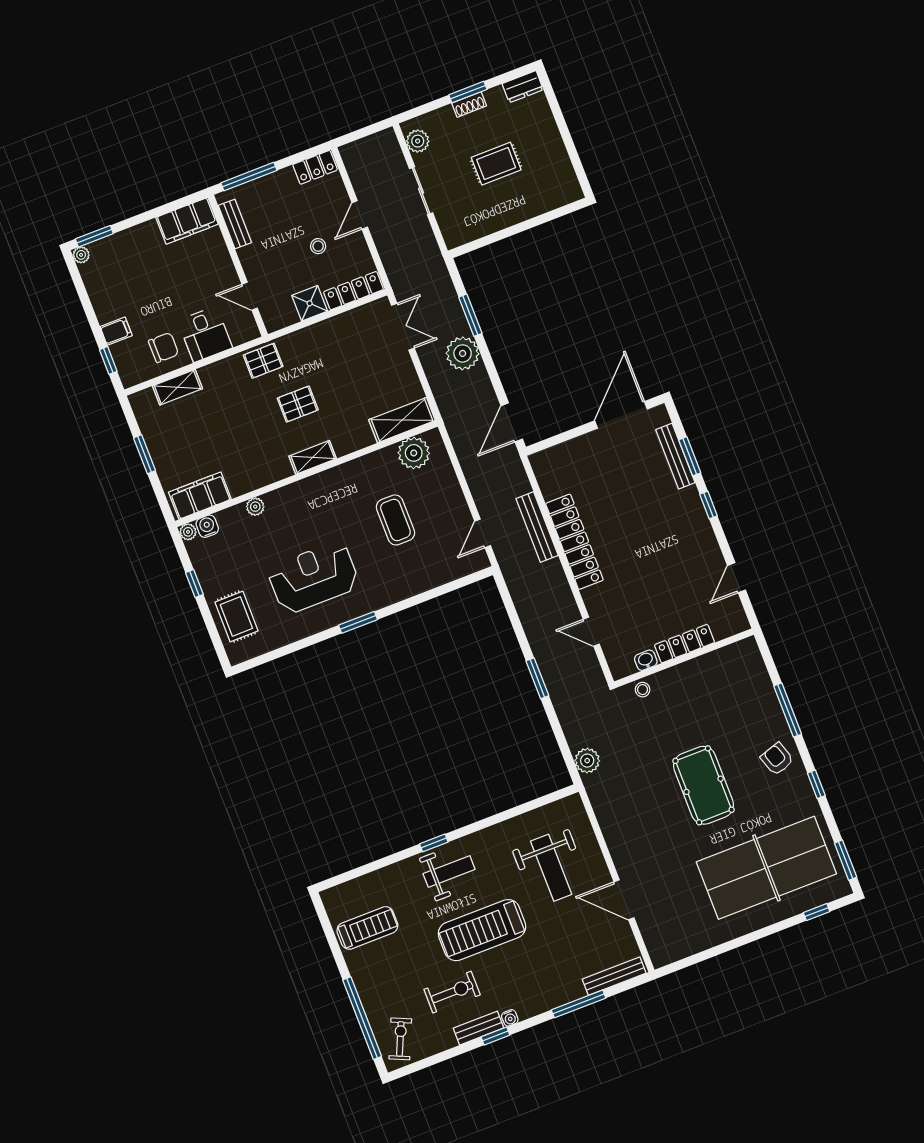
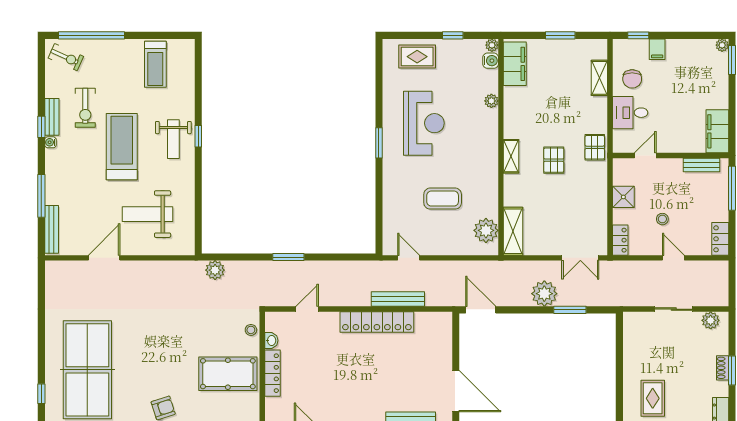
rug: (496, 164) -> (653, 398), moved
locker: (353, 291) -> (620, 240), width x0.66
pool table: (704, 785) -> (228, 374), moved

